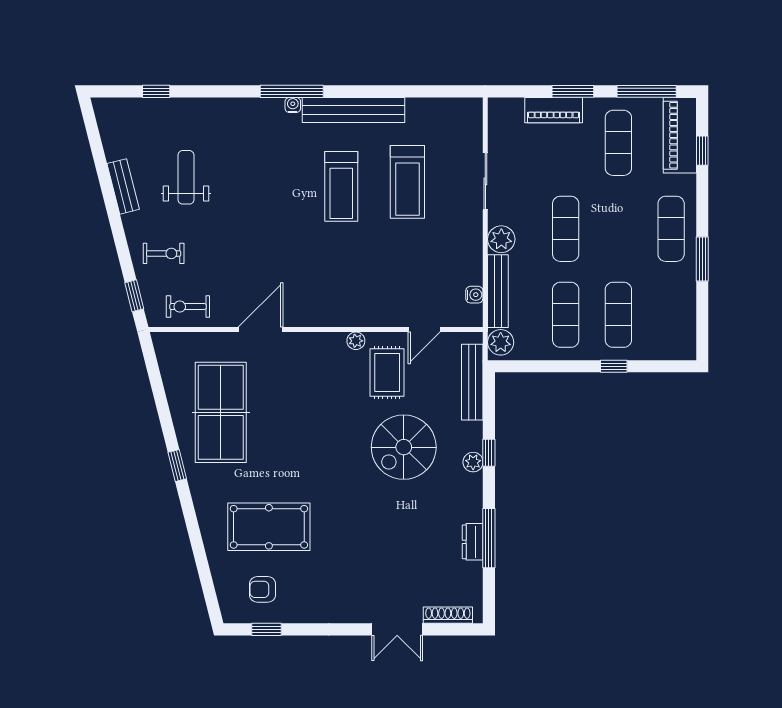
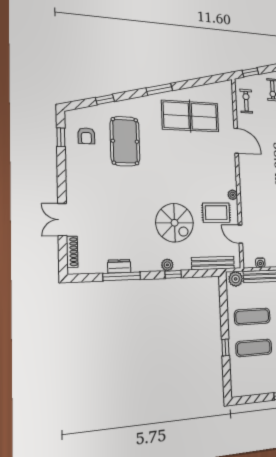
spiral stairs: (404, 447) -> (175, 223), turned 180
window: (177, 466) -> (159, 89), width x1.50
window: (201, 558) -> (105, 99), added
armchair: (263, 589) -> (86, 136), turned 180

